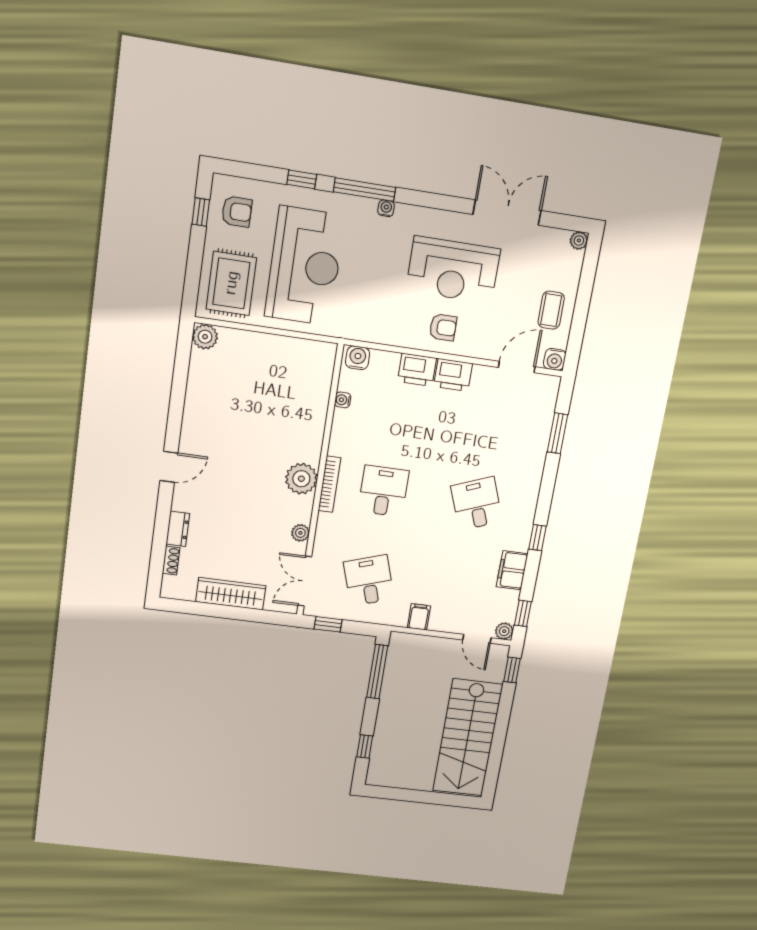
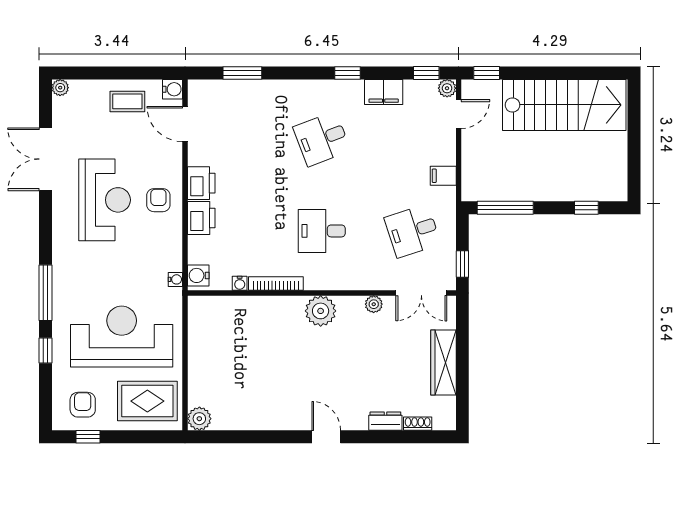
water cooler: (386, 208) -> (175, 279), moved, turned 180
bookcase: (329, 484) -> (276, 283), moved

